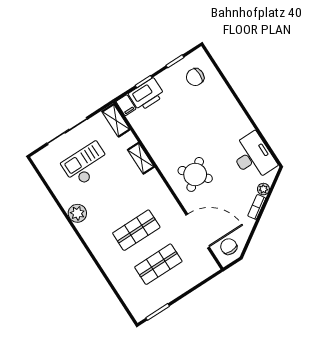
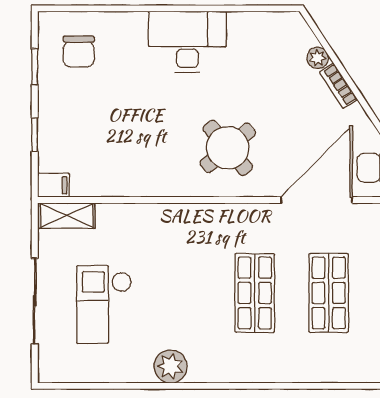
printer: (147, 95) -> (57, 143), removed
desk: (253, 157) -> (187, 42), moved
shelving: (141, 158) -> (149, 215), removed

